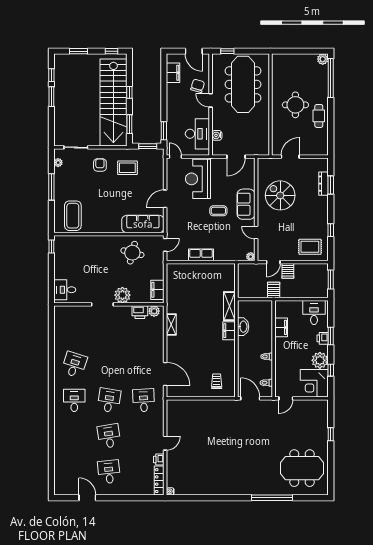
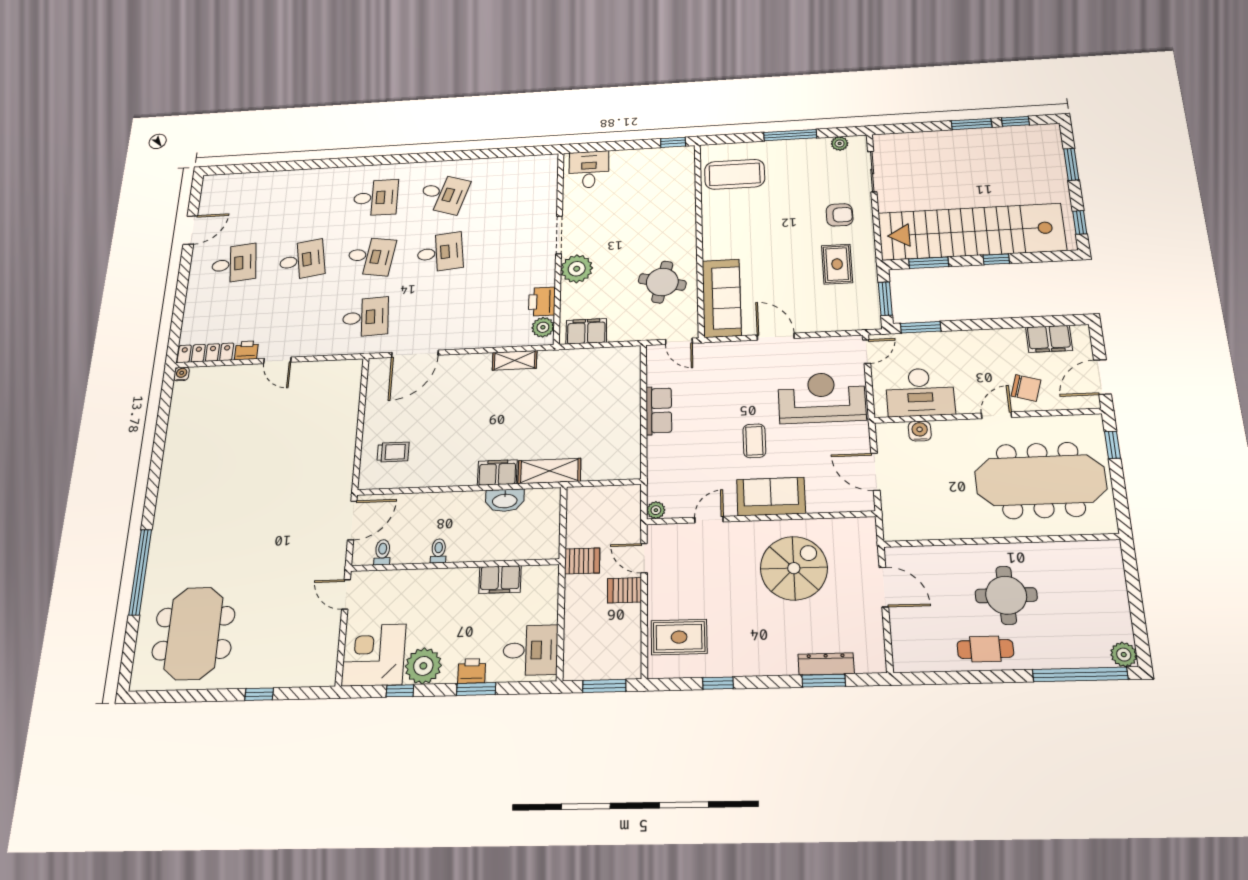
rug: (310, 247) -> (679, 637), turned 90
desk: (109, 365) -> (440, 253), added

